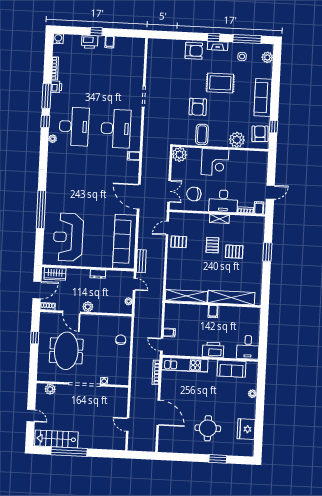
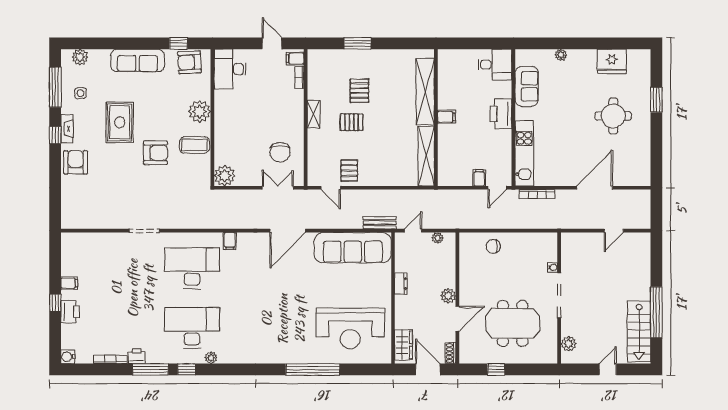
plant: (237, 140) -> (200, 111), moved
corner desk: (215, 162) -> (233, 125), removed
desk: (223, 201) -> (230, 69), moved, turned 180

